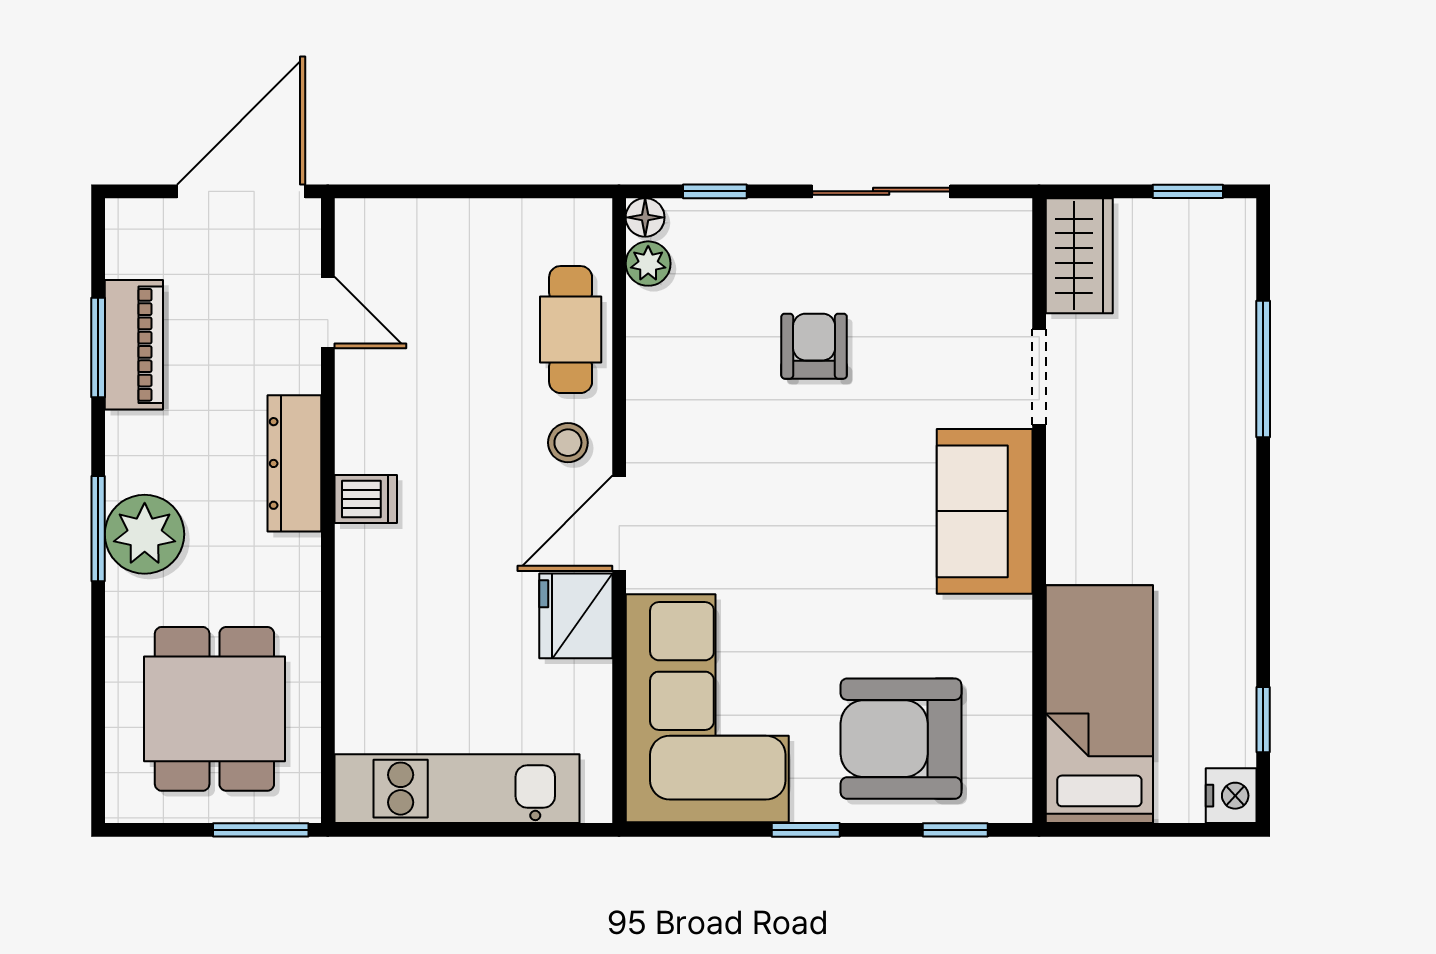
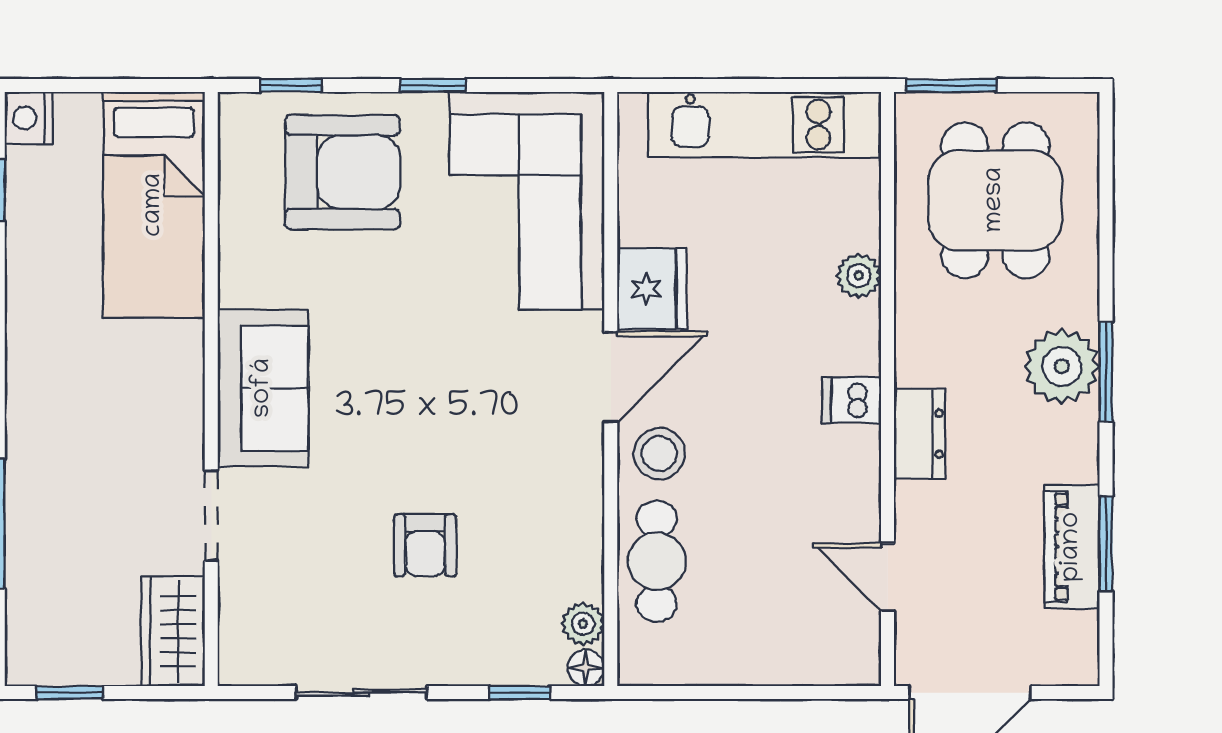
stool: (568, 443) -> (659, 454), width x1.37, depth x1.37
dresser: (294, 463) -> (919, 434), width x0.70
plant: (358, 630) -> (859, 276), added

